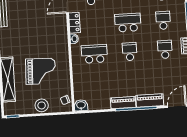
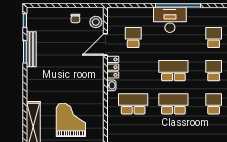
school desk: (130, 52) -> (173, 104), width x1.85
grand piano: (41, 71) -> (71, 120), turned -92

